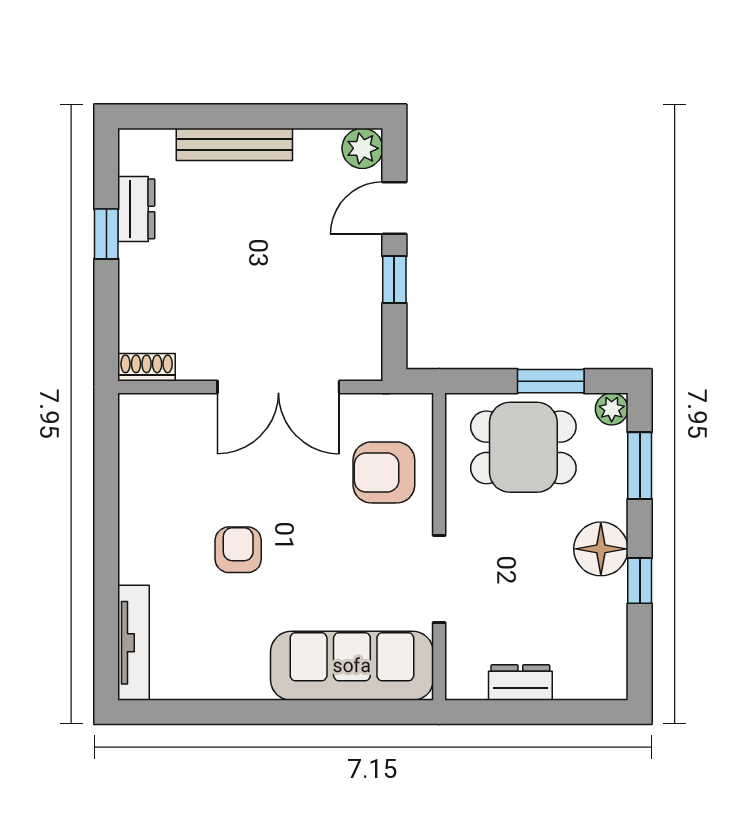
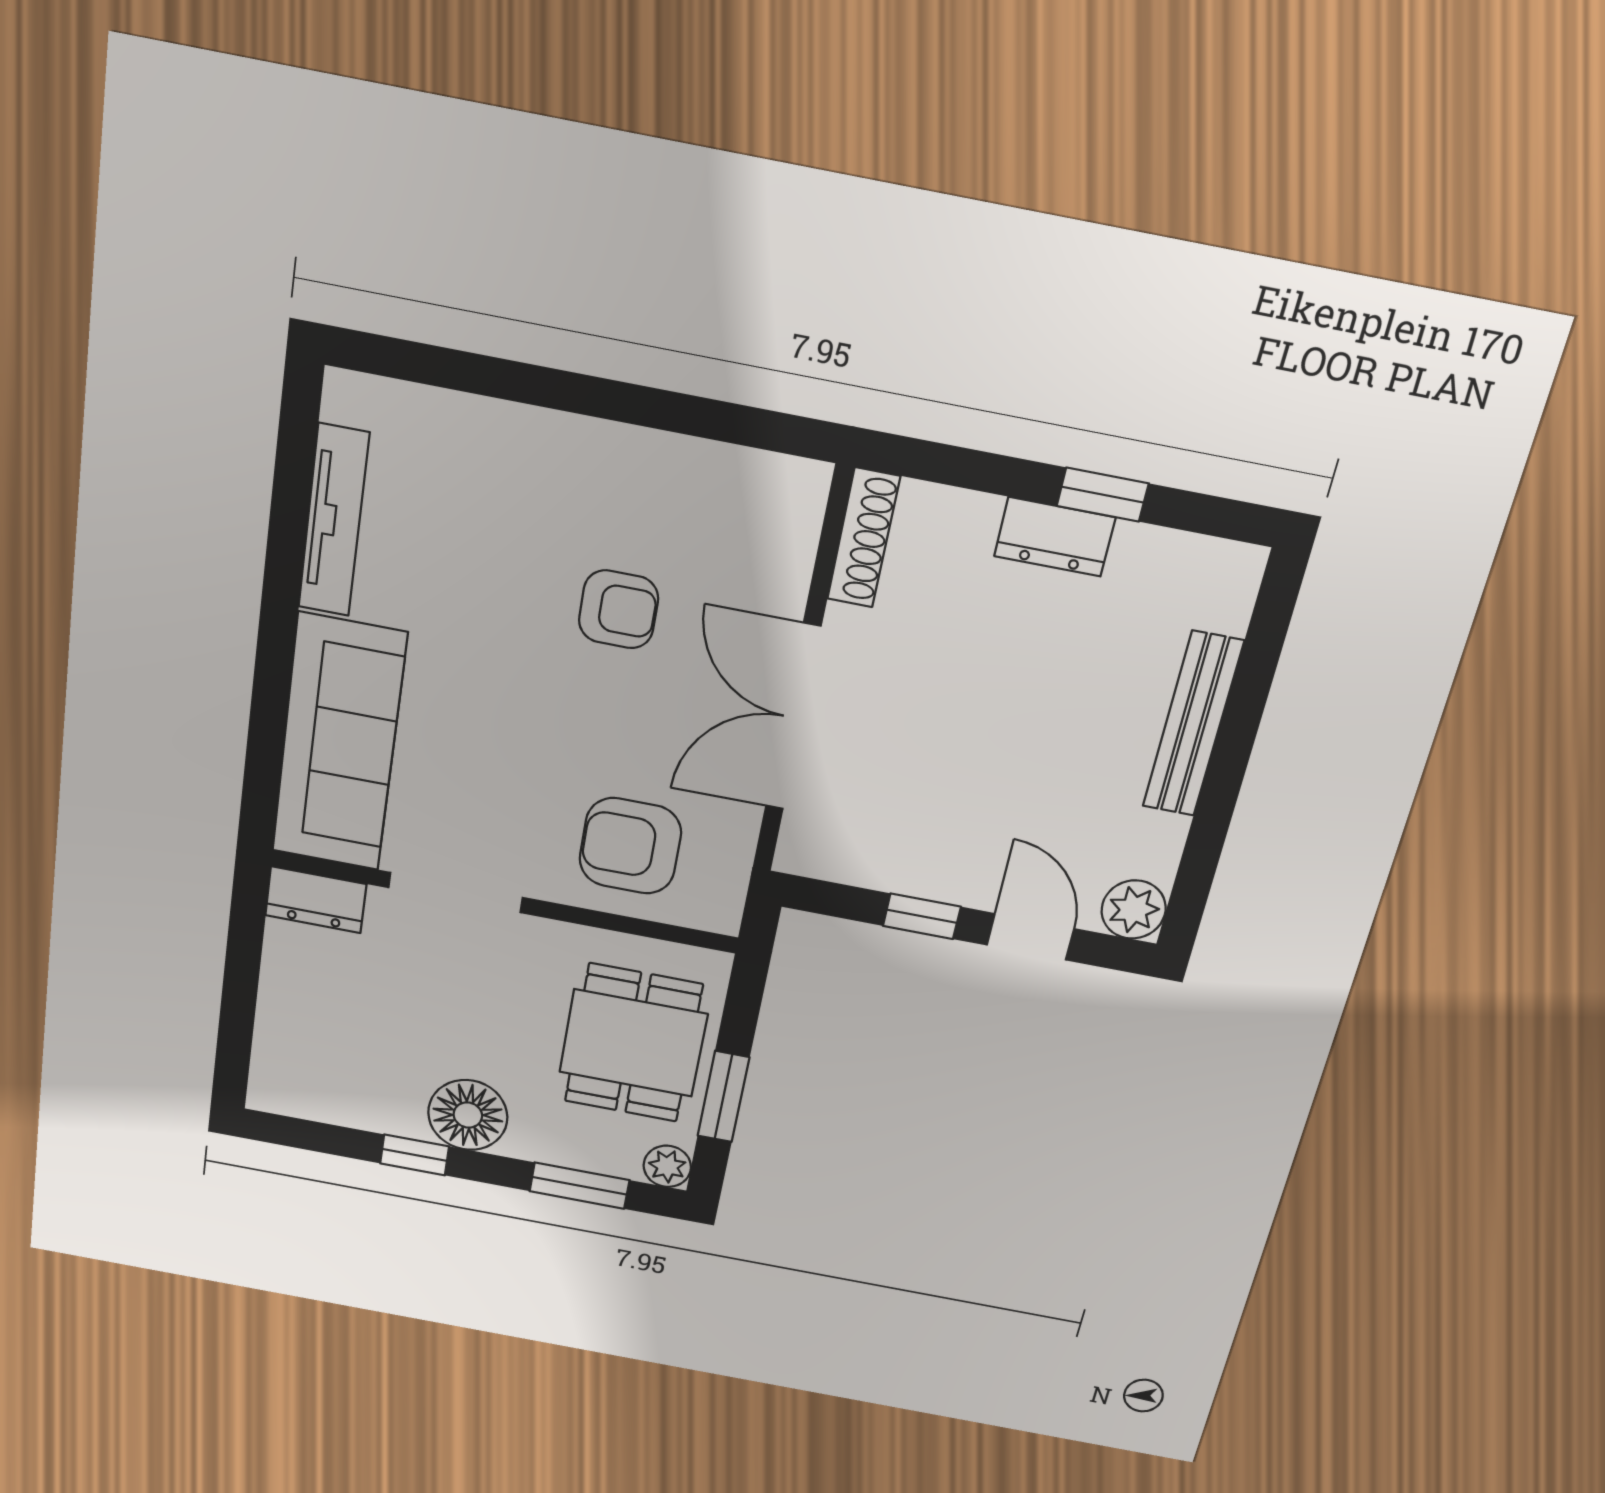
dresser: (136, 209) -> (1055, 537), moved
shoe rack: (147, 367) -> (864, 538), width x1.43
armchair: (384, 472) -> (630, 846), turned -90
armchair: (238, 550) -> (618, 609), moved
tv unit: (134, 643) -> (334, 521), moved, turned -90
dresser: (520, 683) -> (316, 900), moved, turned 90

